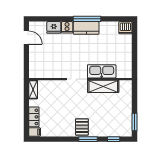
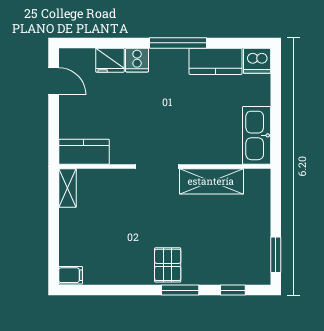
kitchen counter: (86, 28) -> (216, 61), moved
kitchen sink: (102, 71) -> (257, 135), moved, turned -90
kitchen counter: (41, 72) -> (84, 152), added
locker: (34, 117) -> (69, 244), removed

